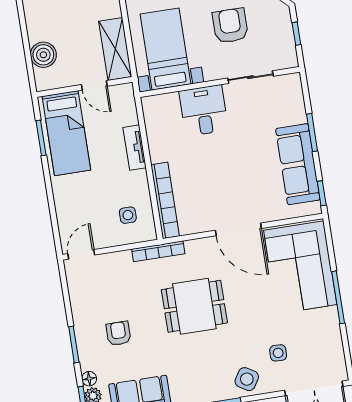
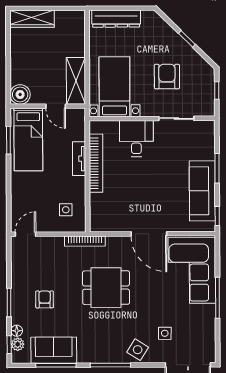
boiler: (43, 55) -> (20, 94), moved
bookcase: (165, 200) -> (96, 163), moved

